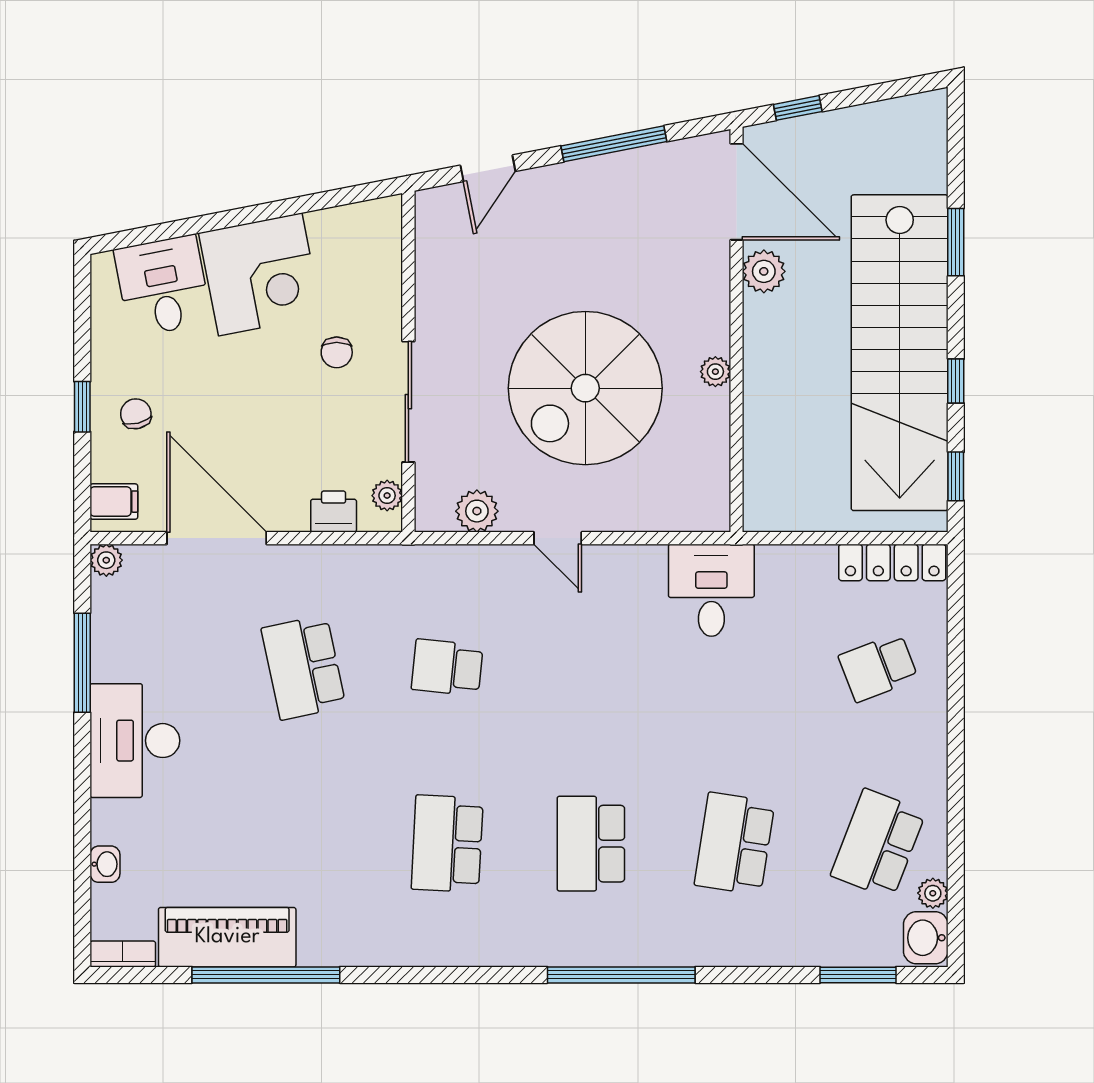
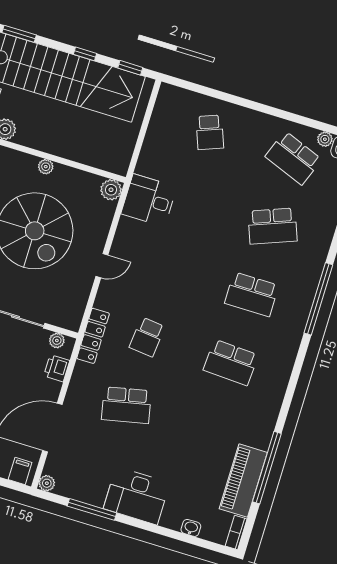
plant: (477, 511) -> (111, 190), moved
locker: (892, 562) -> (93, 336), moved
school desk: (735, 844) -> (273, 226), turned -30

